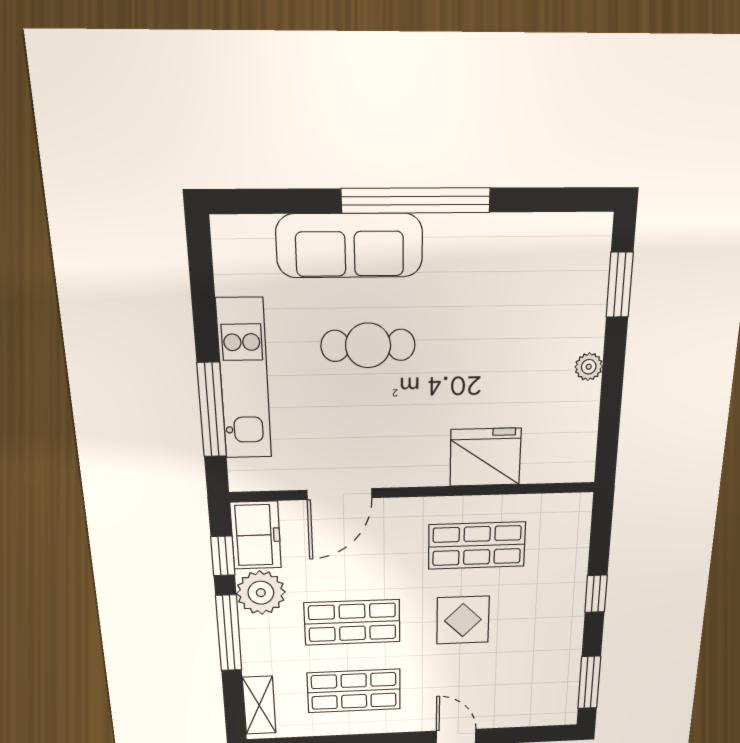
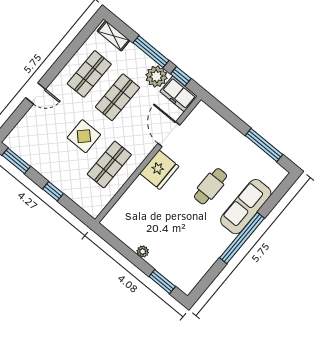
kitchen unit: (244, 379) -> (233, 138), removed
window: (212, 410) -> (264, 145), moved
fridge: (485, 457) -> (159, 170), moved

